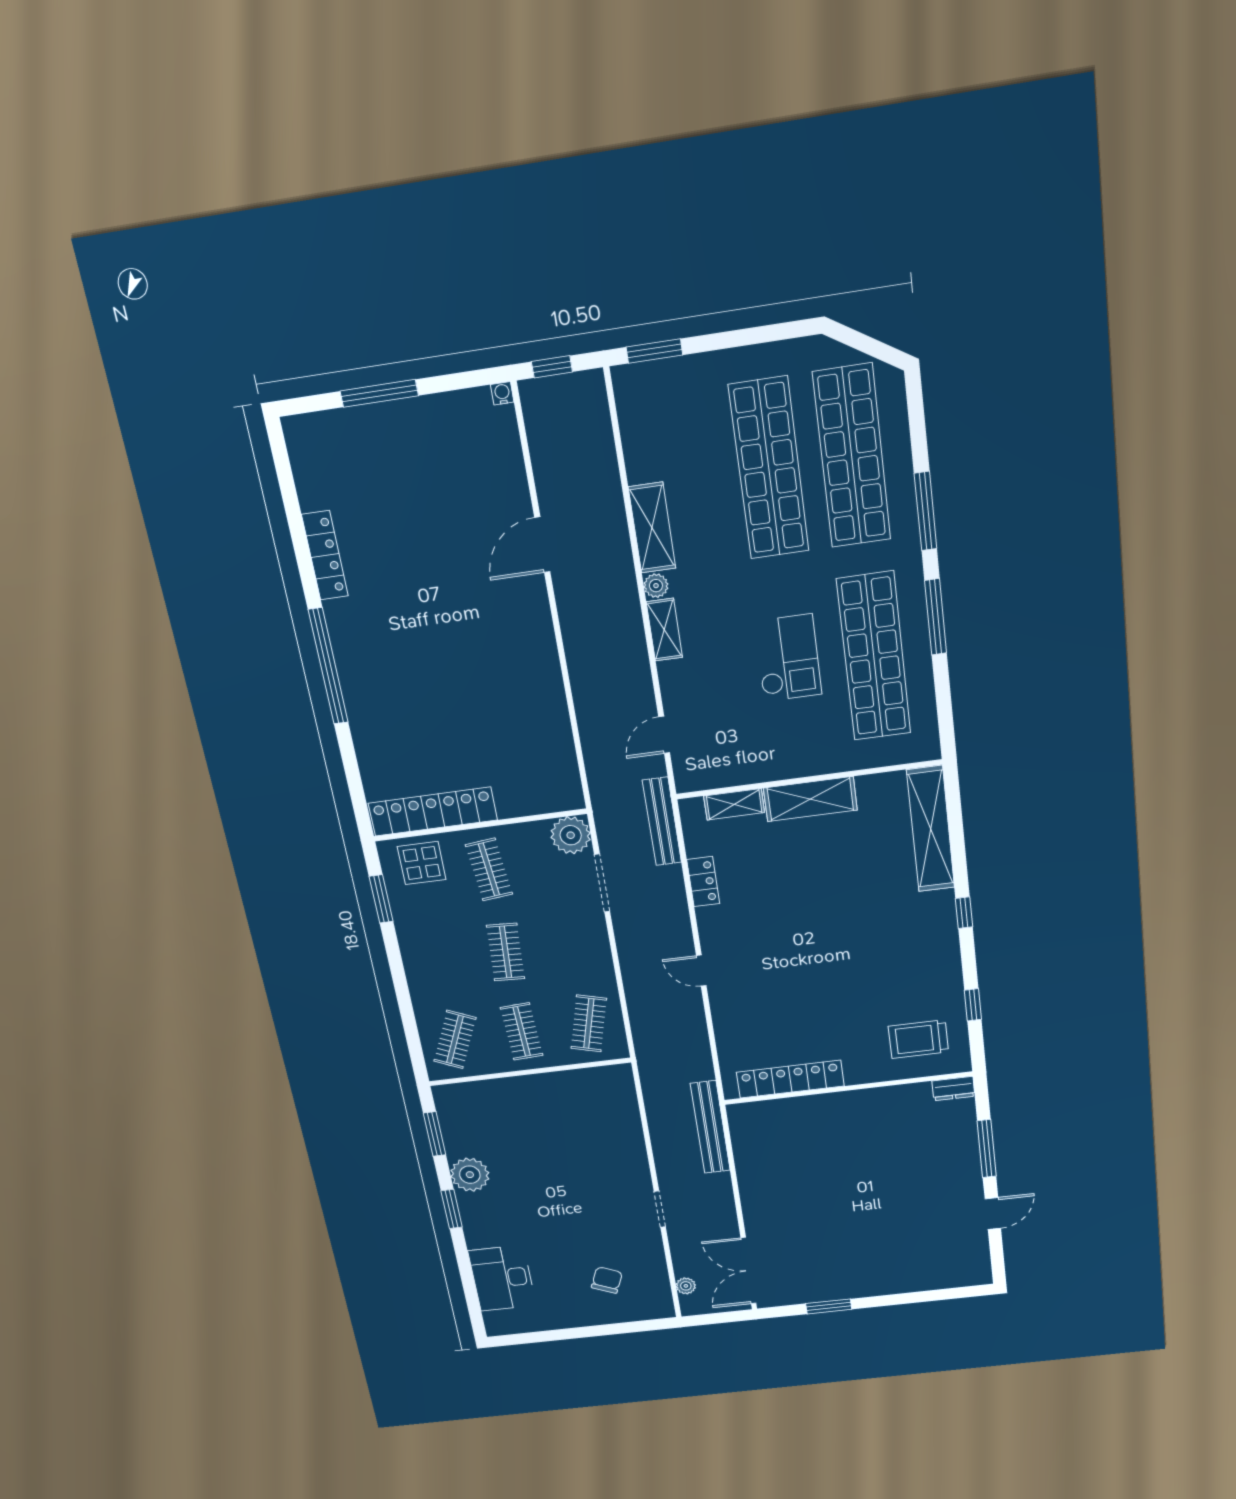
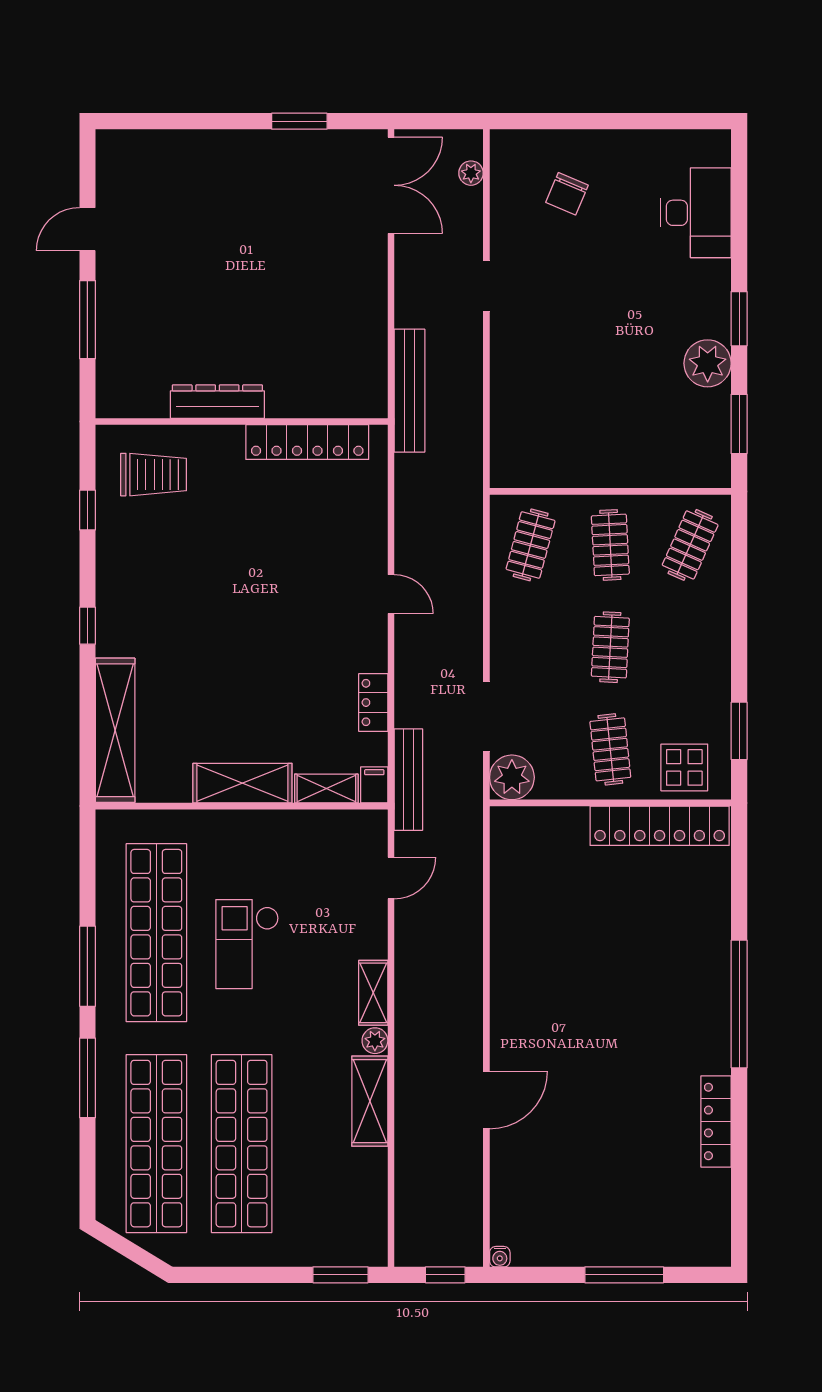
filing cabinet: (692, 813) -> (374, 785), added
dresser: (953, 1089) -> (217, 402), moved, width x1.96, depth x1.24

